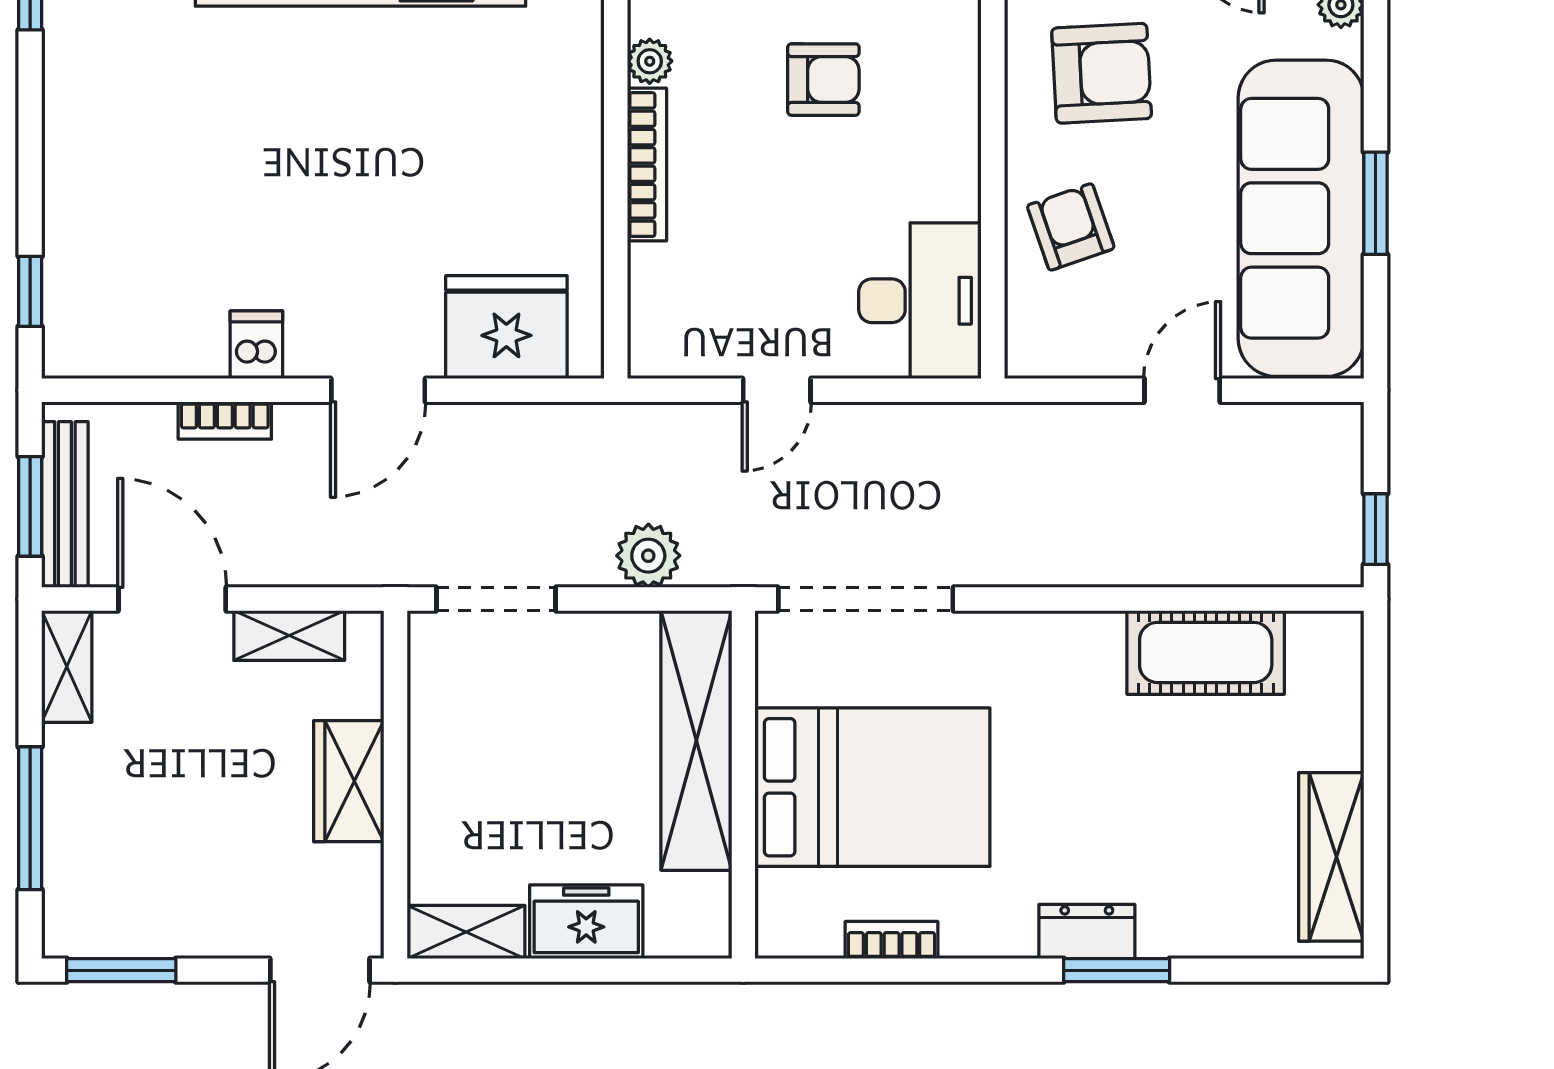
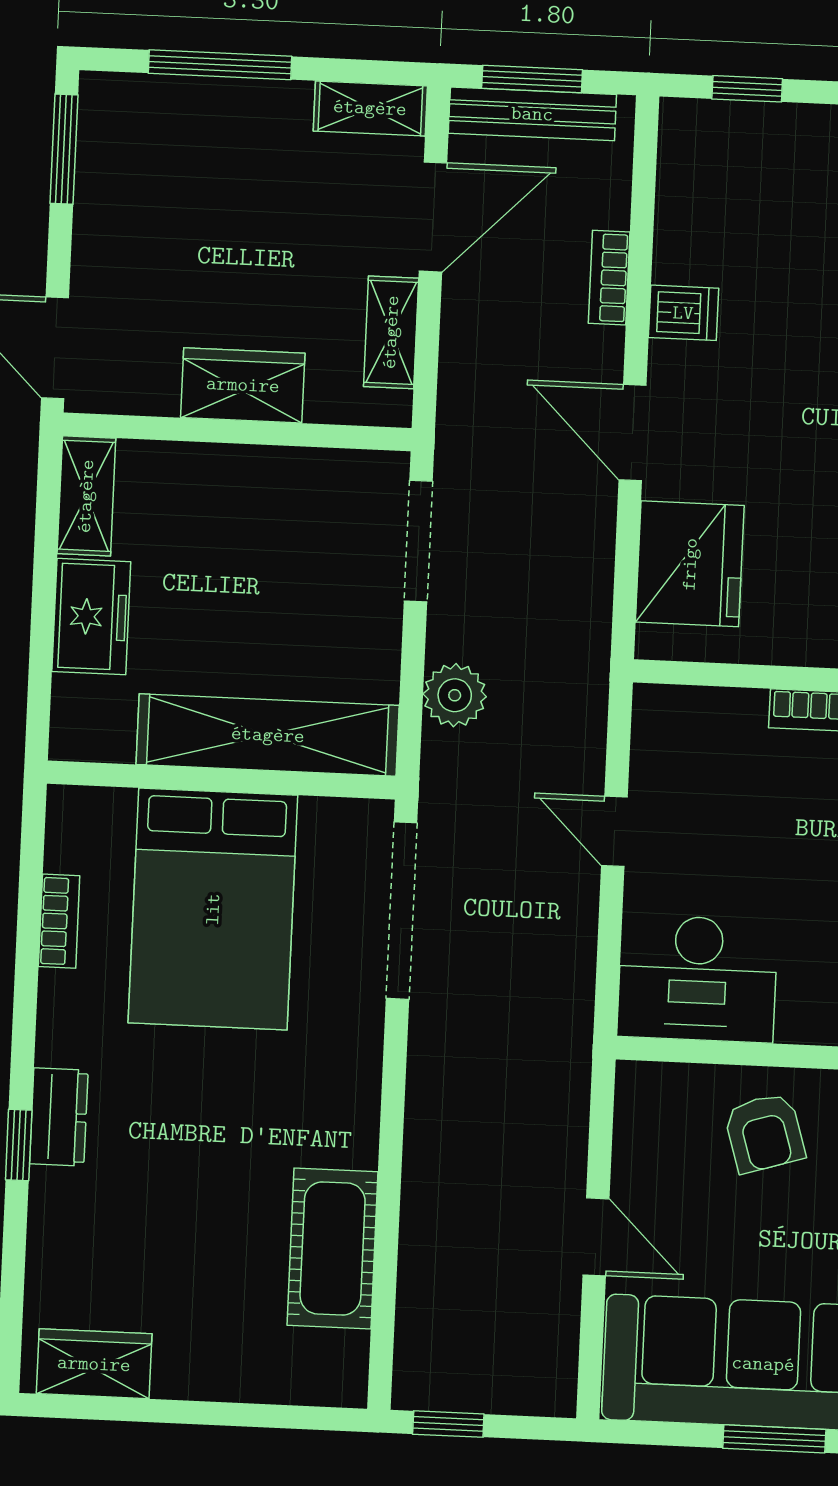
armchair: (1071, 227) -> (764, 1133), turned 92
wardrobe: (1331, 857) -> (94, 1364), width x0.67
window: (1117, 970) -> (19, 1145), width x0.67

